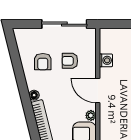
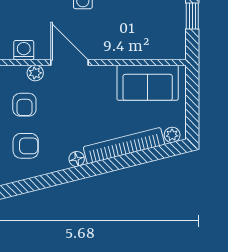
door: (98, 90) -> (70, 63), swing flipped
plant: (91, 115) -> (35, 73), moved

